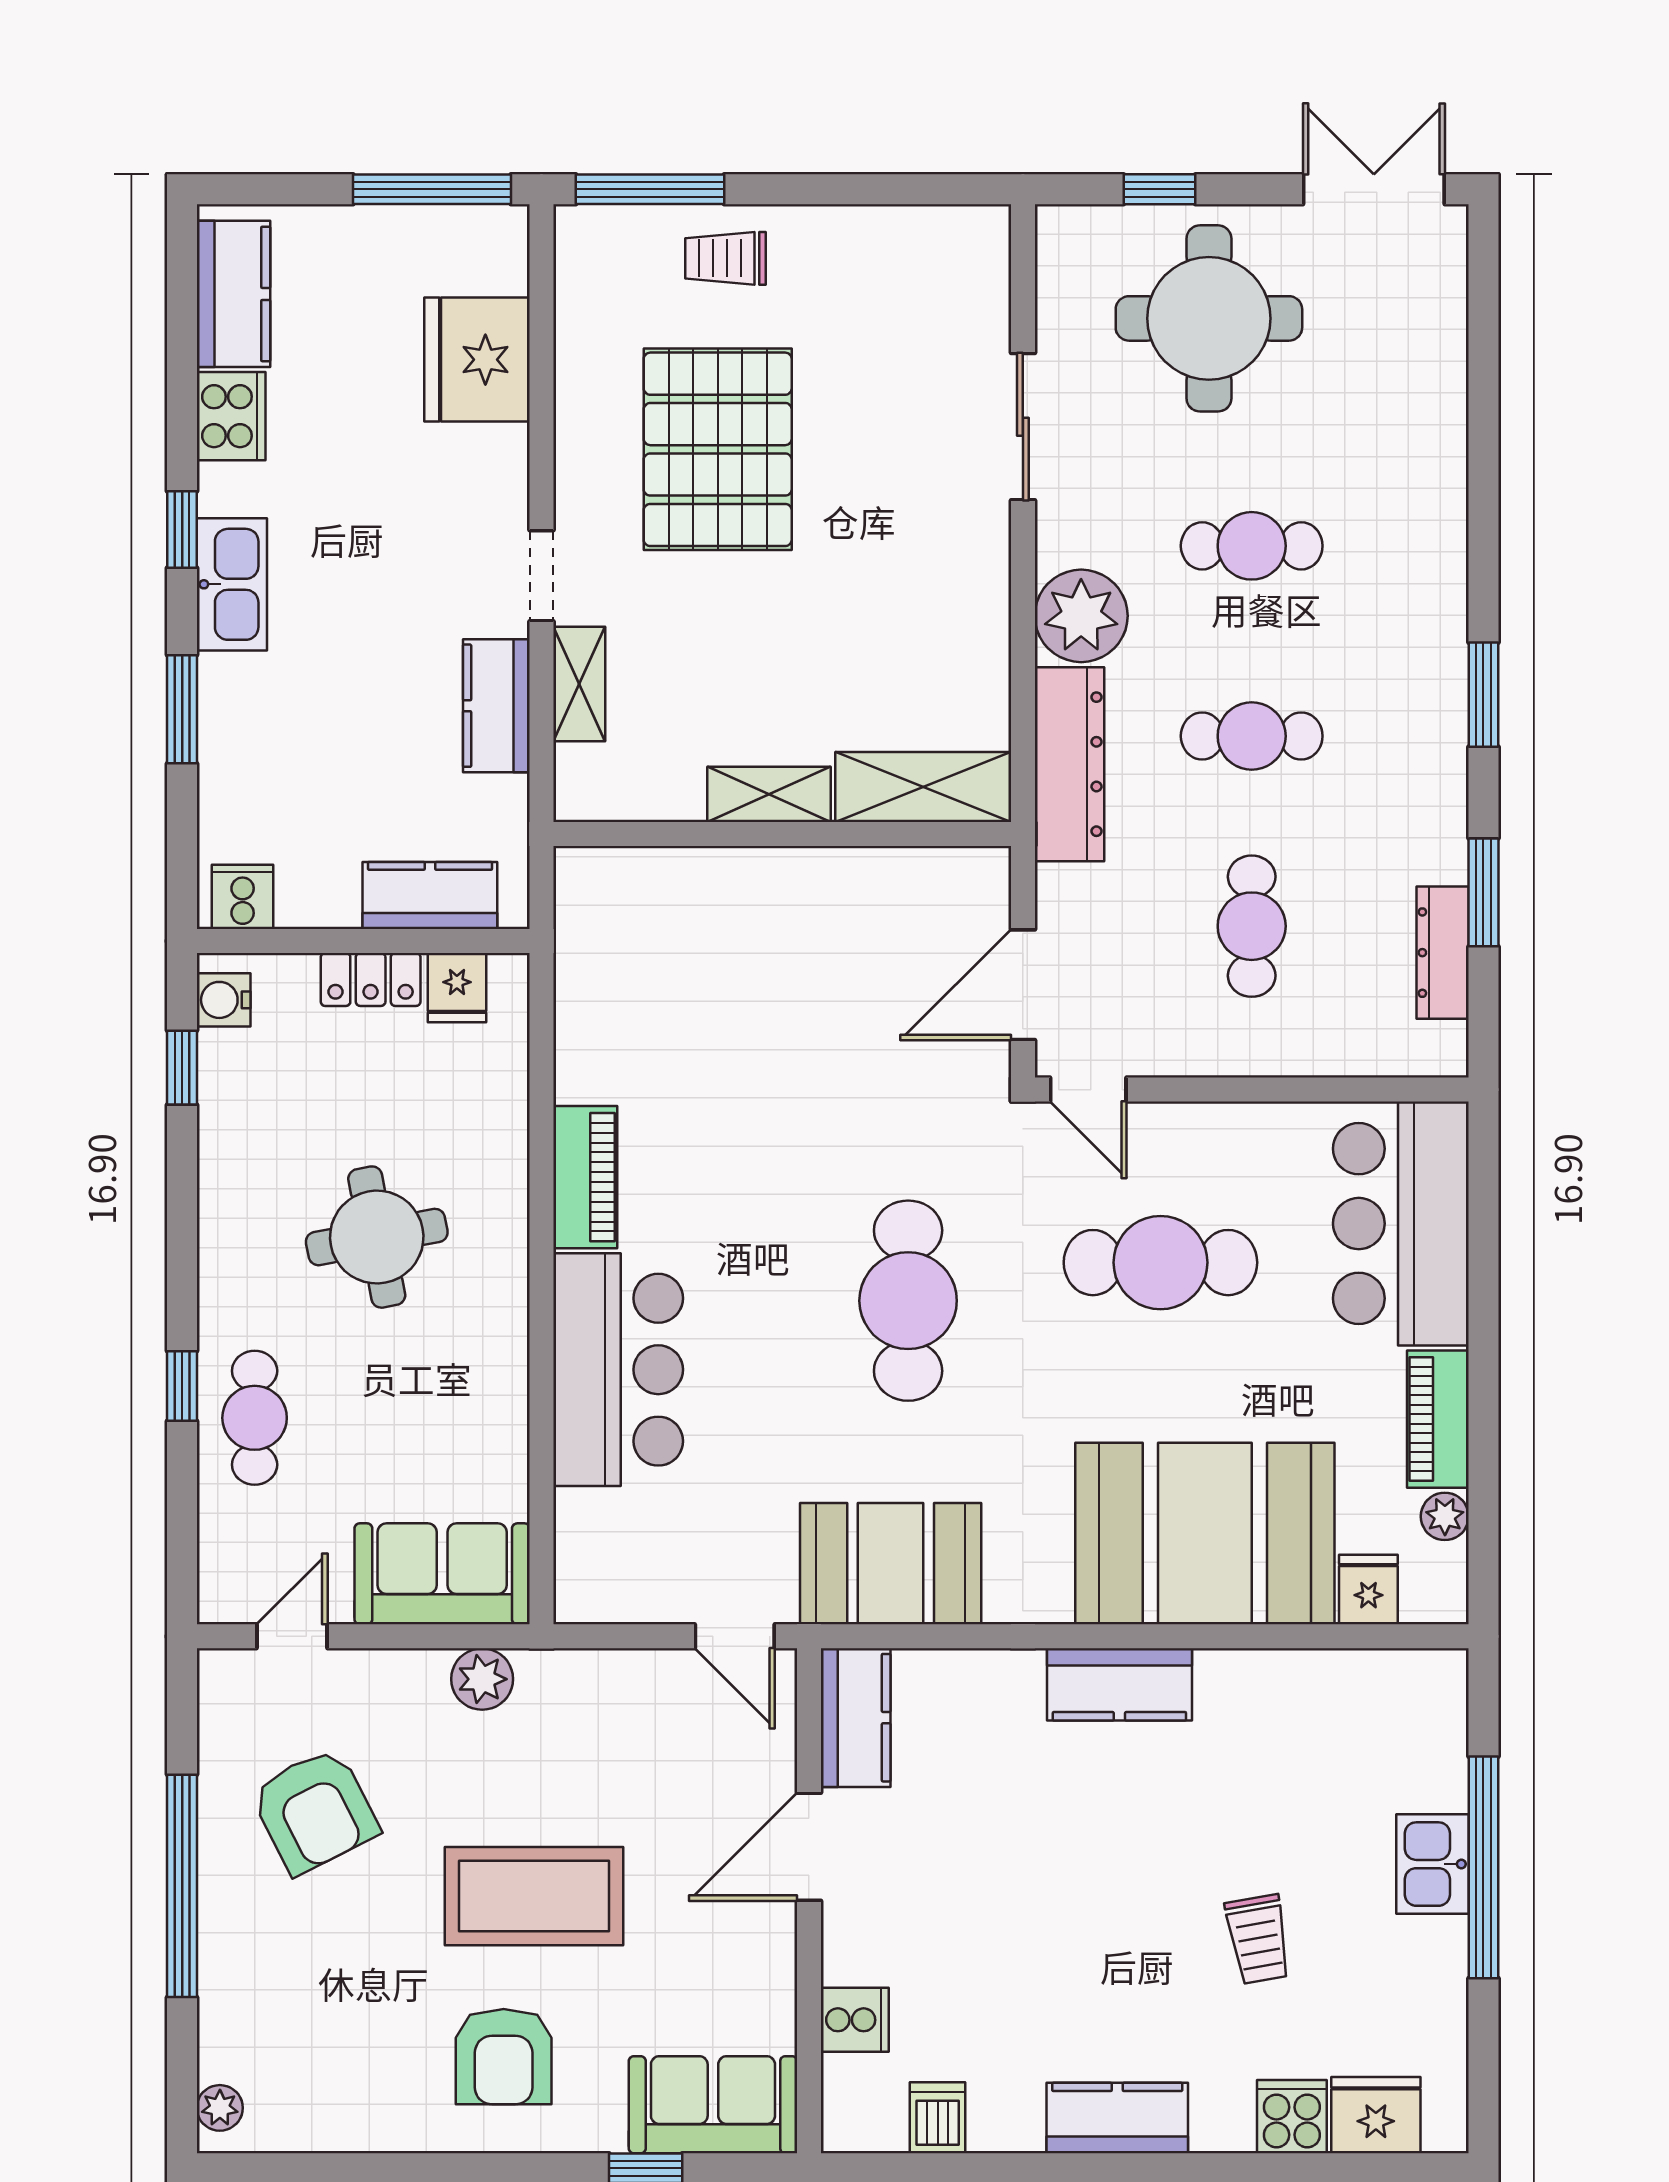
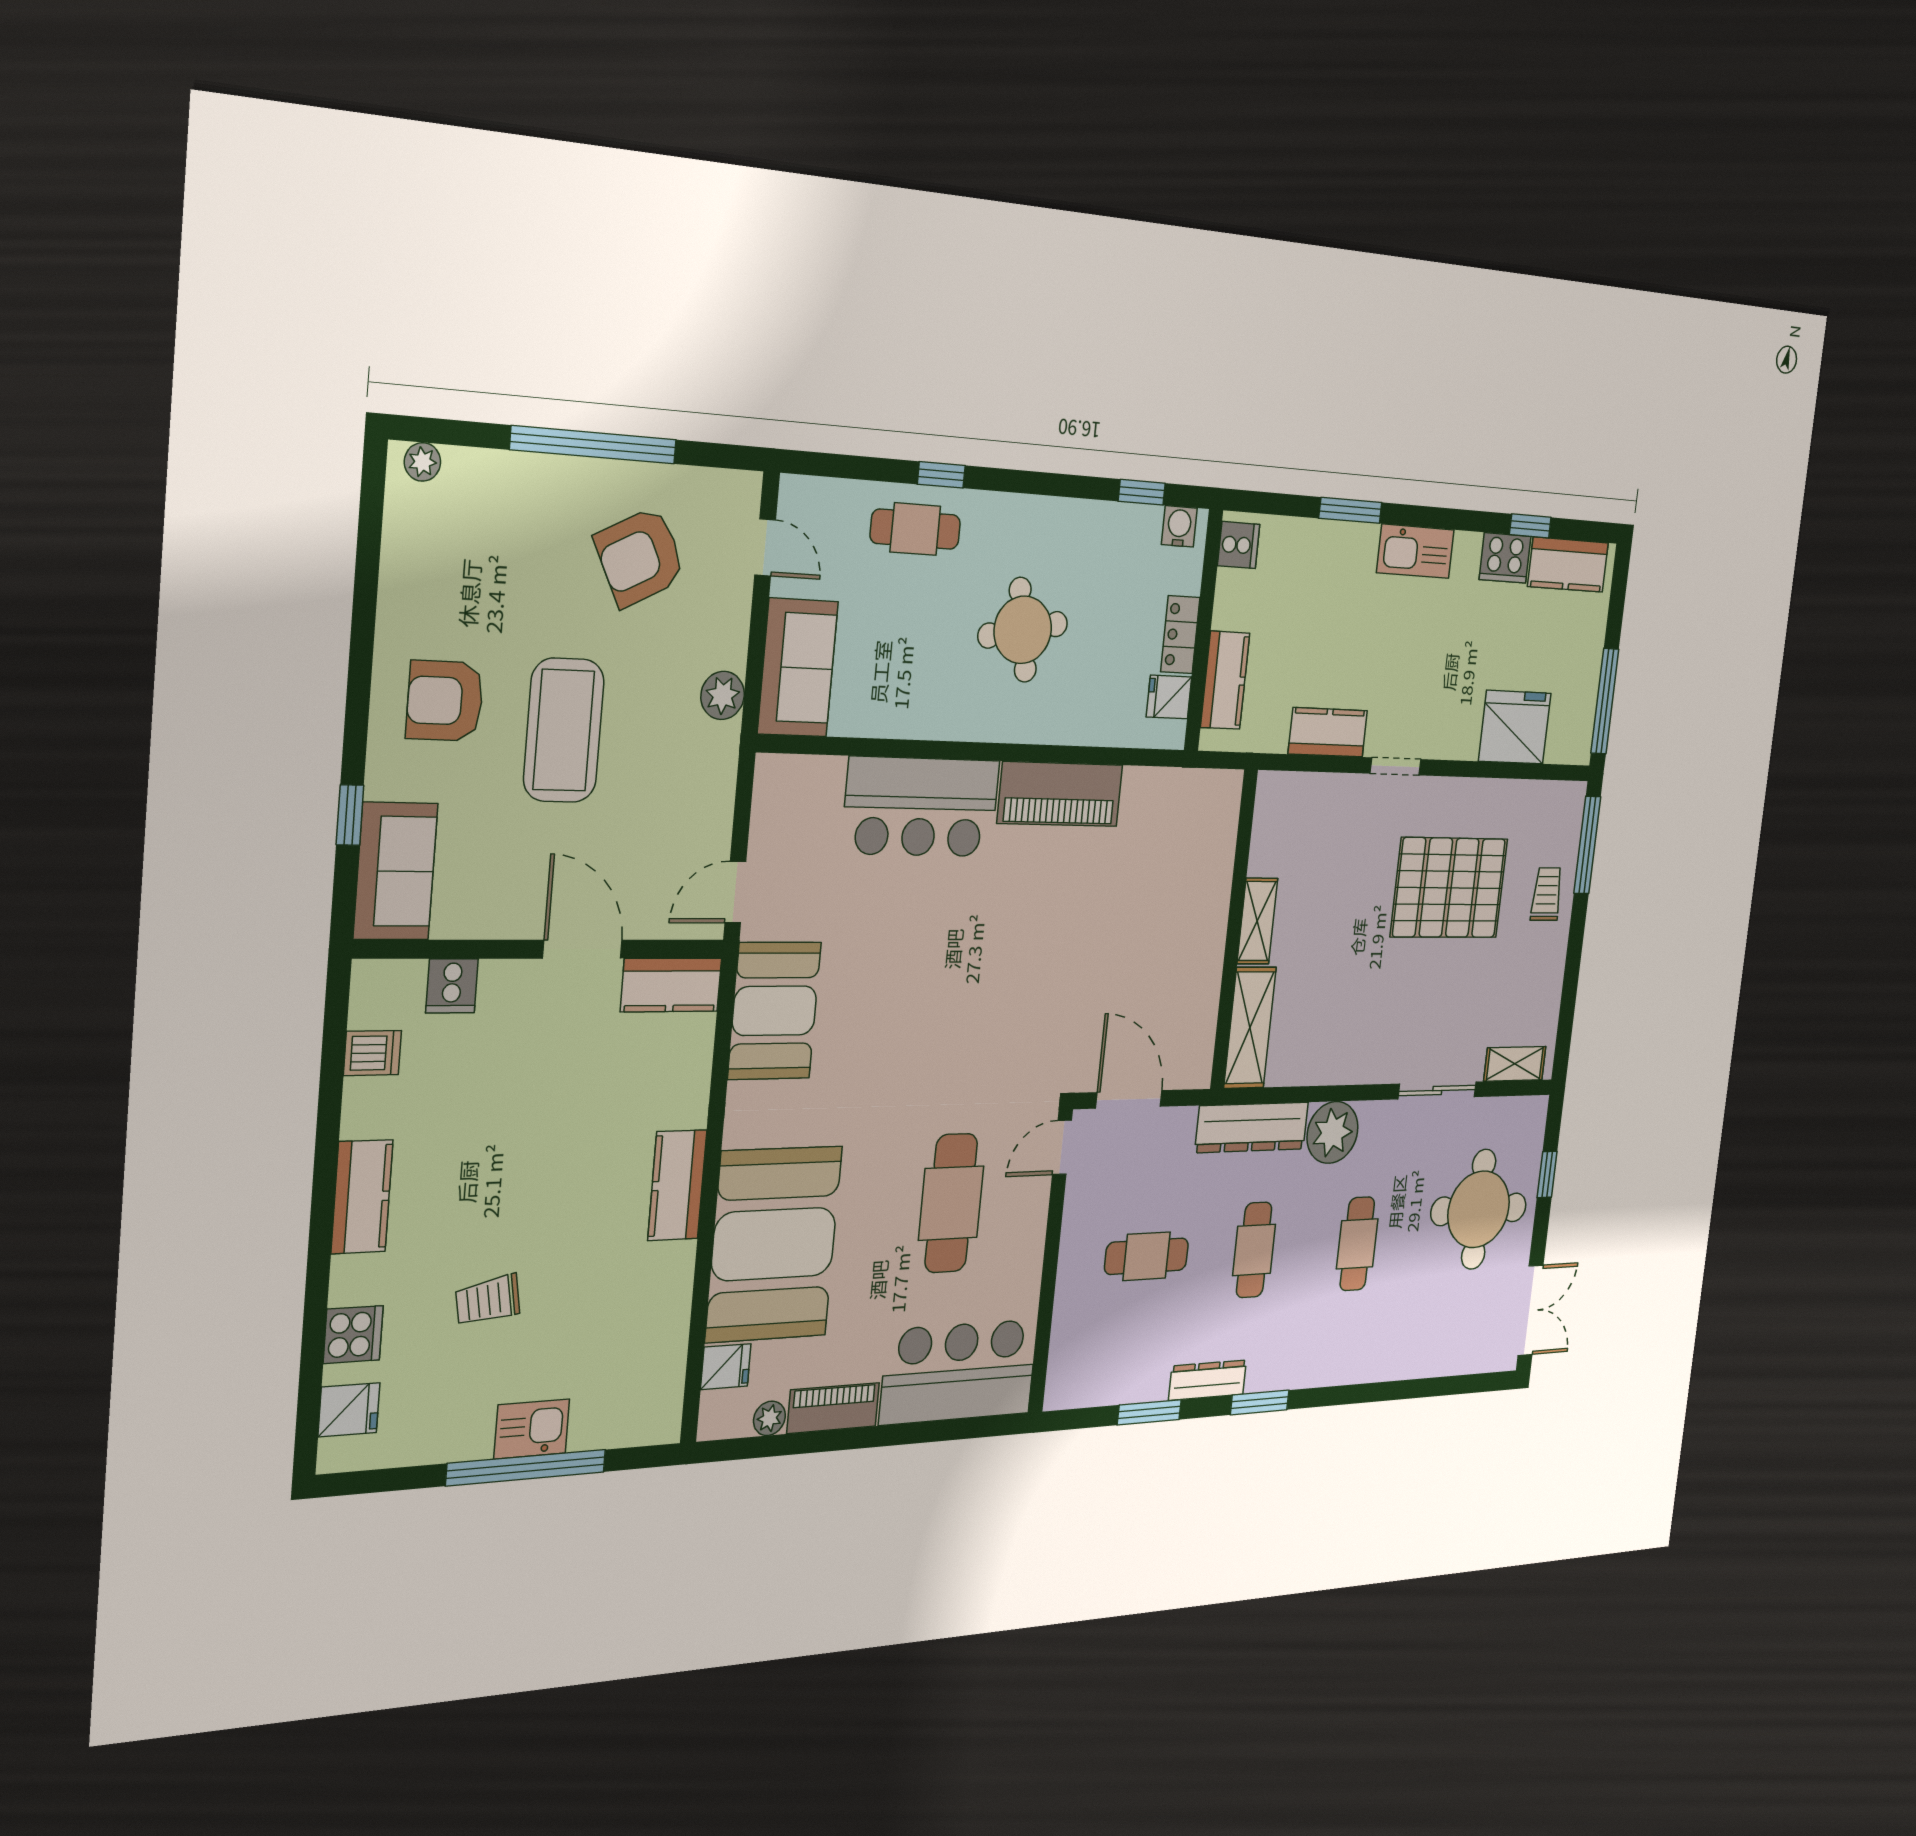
window: (182, 530) -> (1530, 526), moved
shelving: (579, 684) -> (1515, 1064), moved
dresser: (1443, 953) -> (1208, 1380), moved
piano: (585, 1177) -> (1060, 794), width x1.37, depth x1.33
cafe table: (908, 1301) -> (945, 1022), removed
fridge: (1376, 2115) -> (349, 1410), width x0.72

